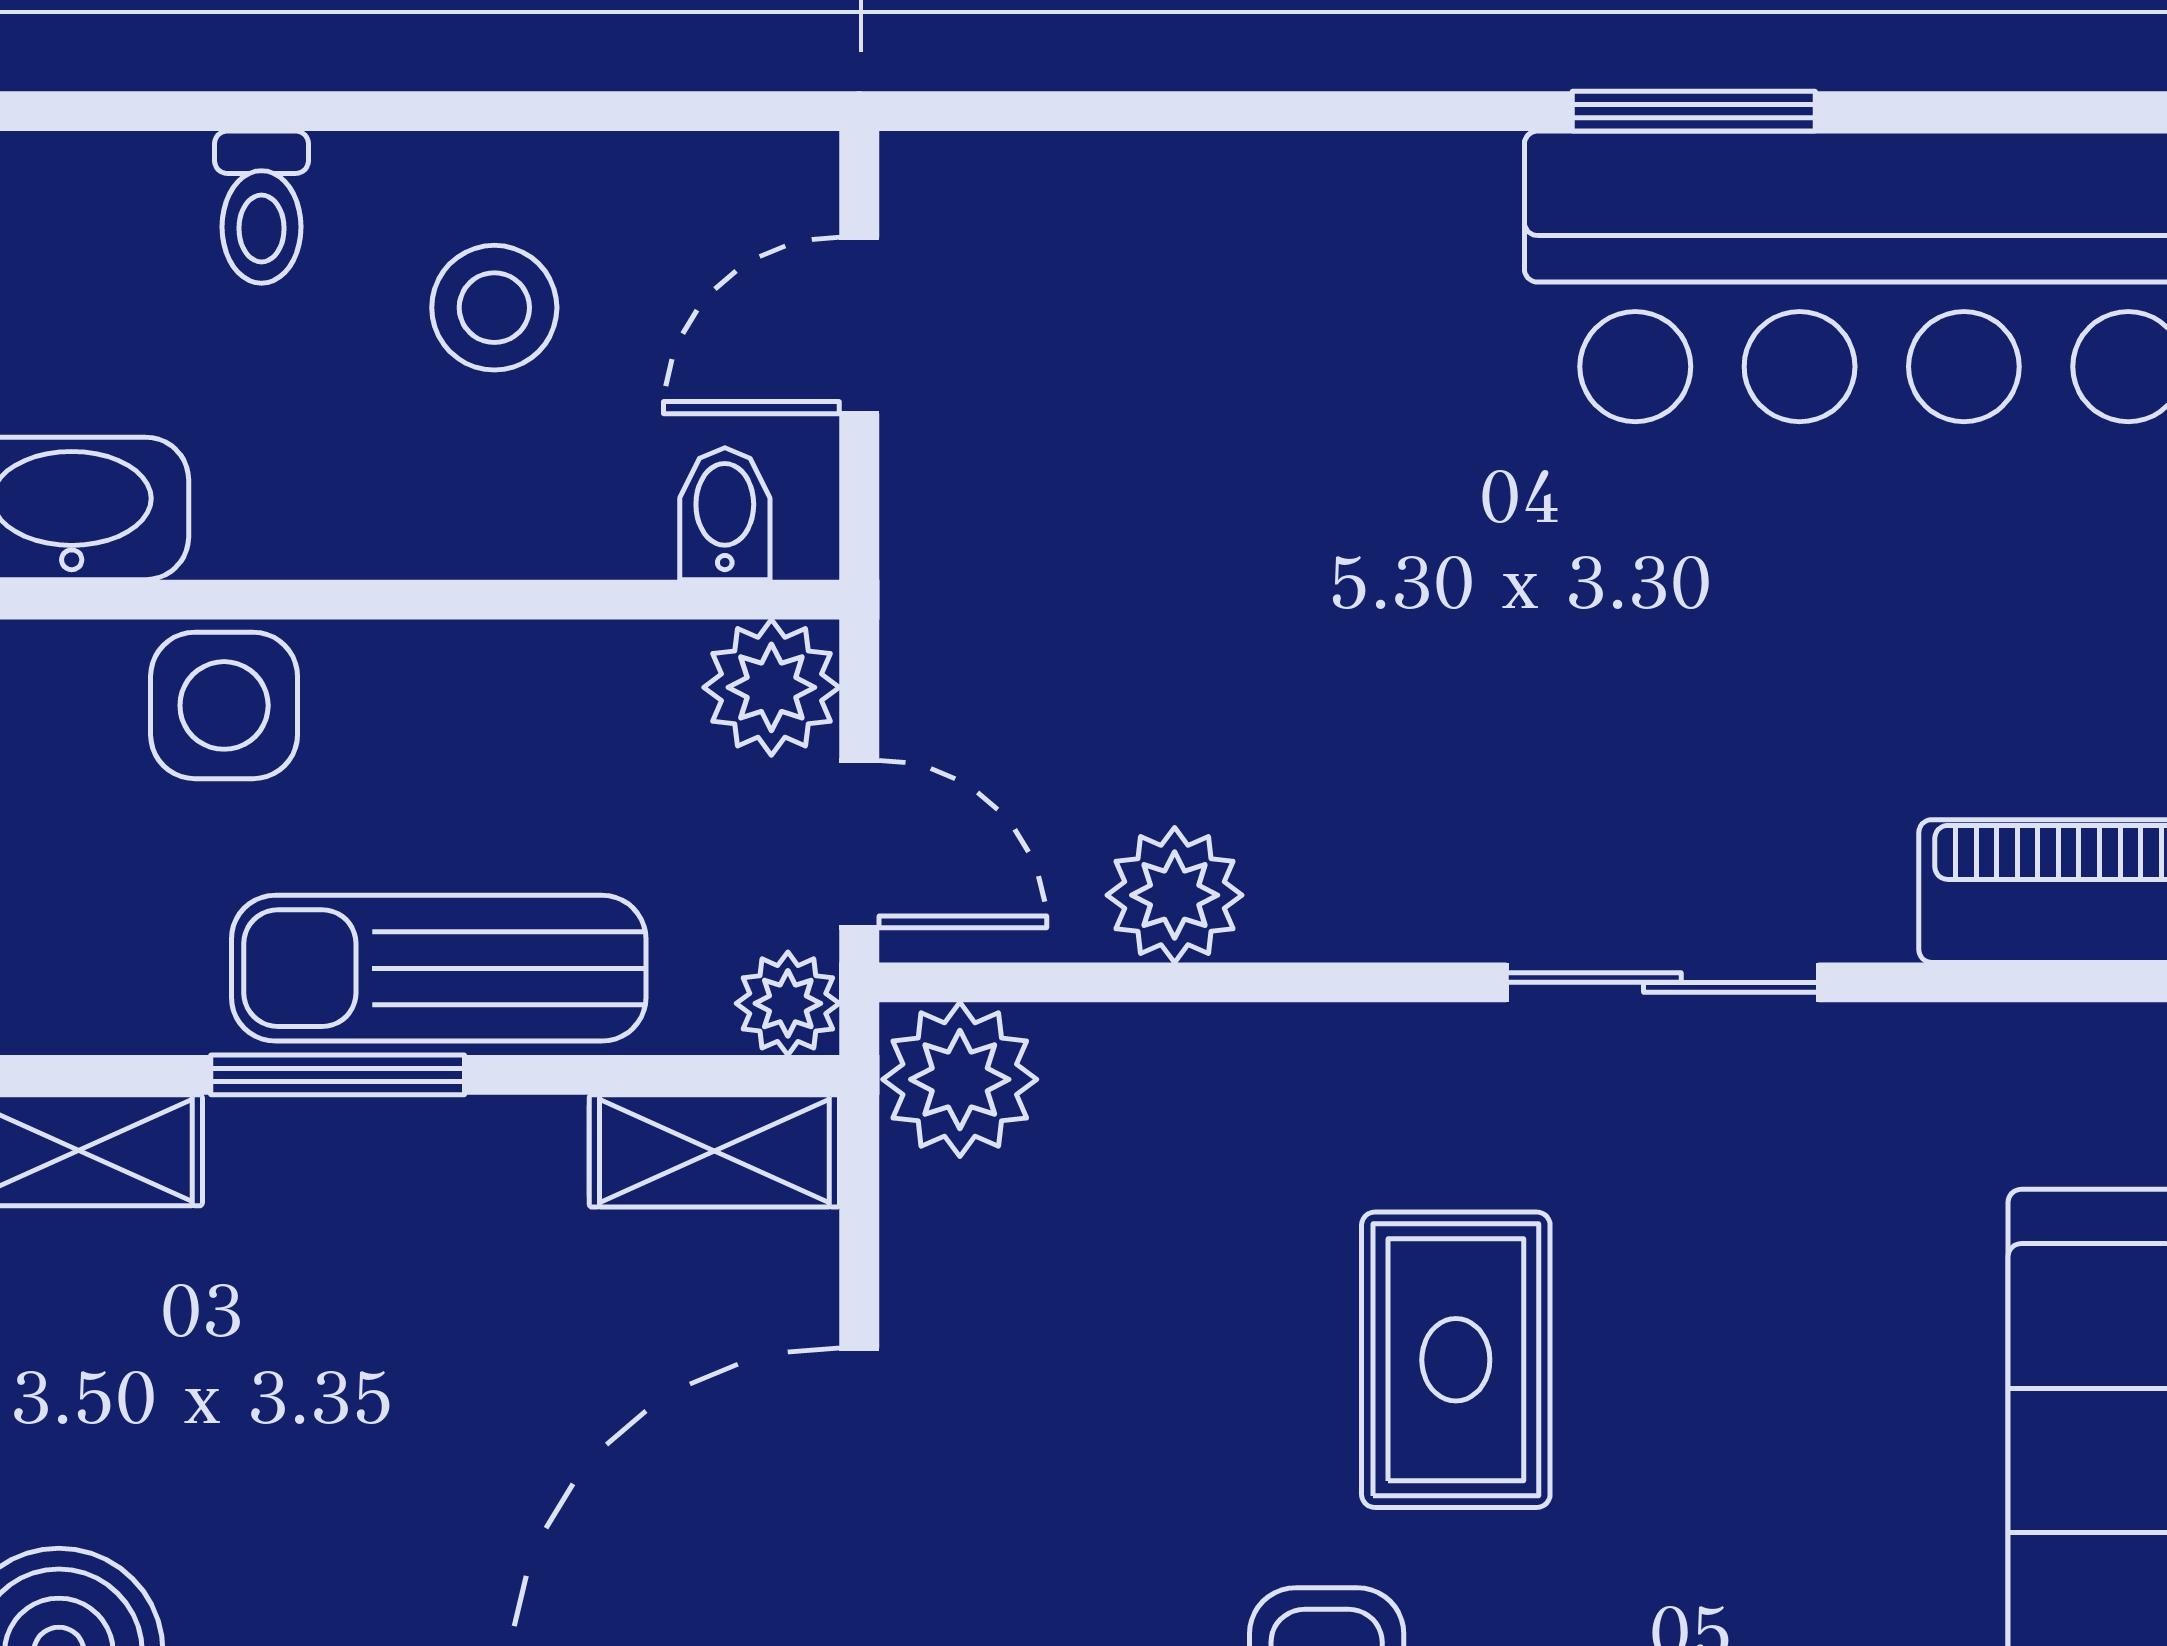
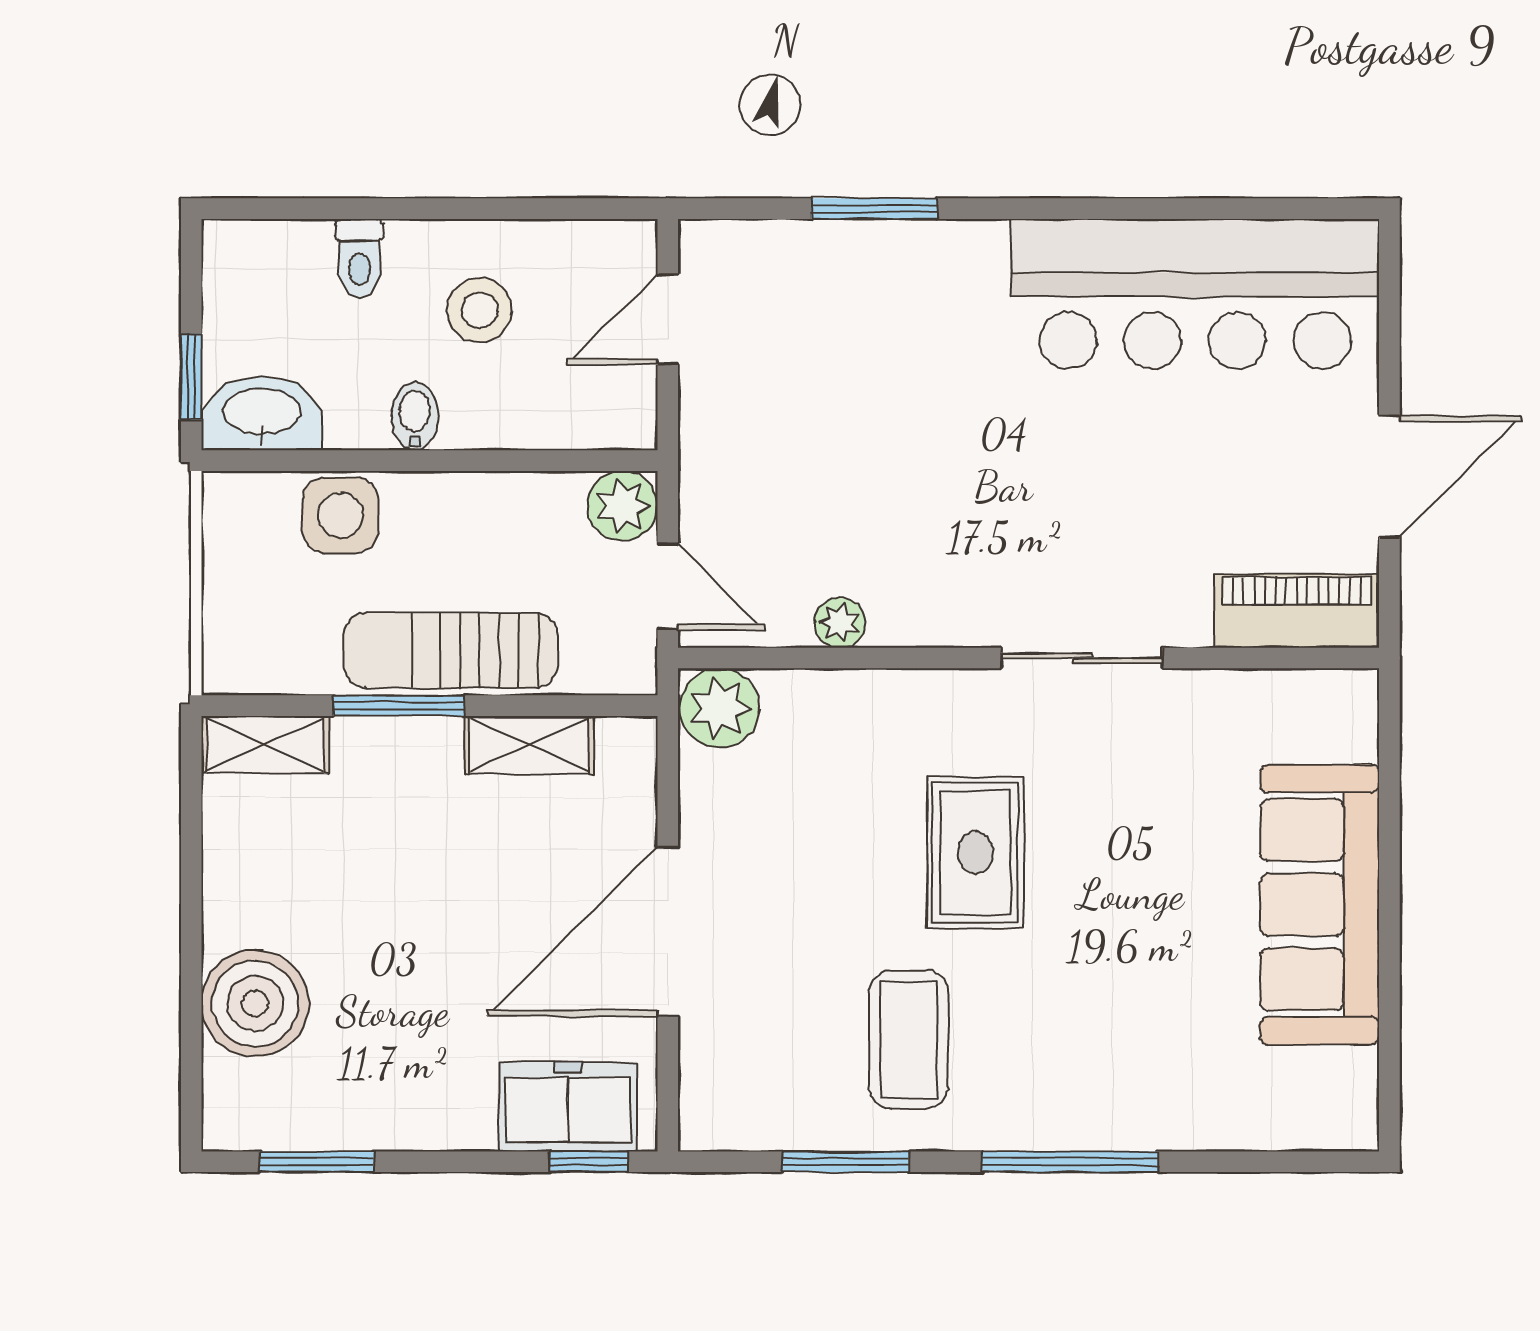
window: (1694, 111) -> (874, 209), moved
bidet: (725, 514) -> (415, 416), moved
plant: (1175, 895) -> (840, 622), width x0.73, depth x0.73
plant: (788, 1003) -> (631, 669), removed
shelving: (714, 1151) -> (529, 745), moved

